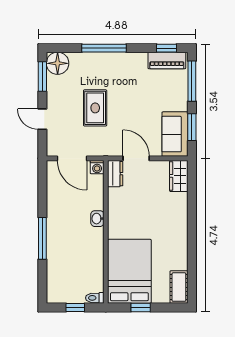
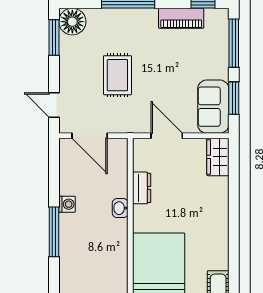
piano: (167, 60) -> (181, 18), moved
door: (42, 119) -> (54, 105), moved
washing machine: (97, 167) -> (67, 204), moved, turned -90
dresser: (115, 174) -> (142, 188), moved

